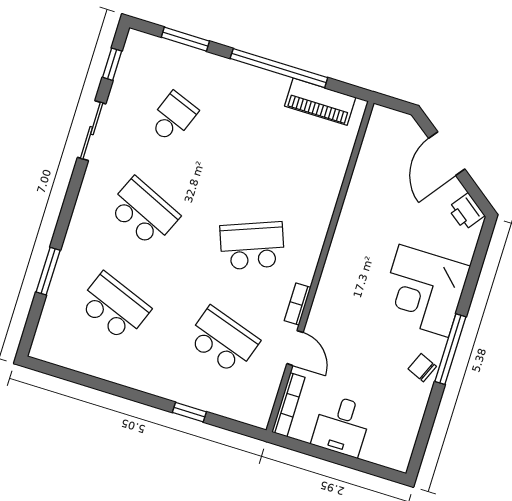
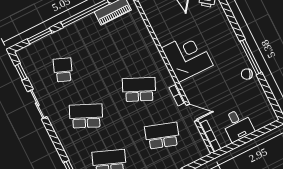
school desk: (252, 246) -> (139, 89), turned 45
corner desk: (424, 291) -> (187, 57), moved, turned 180

